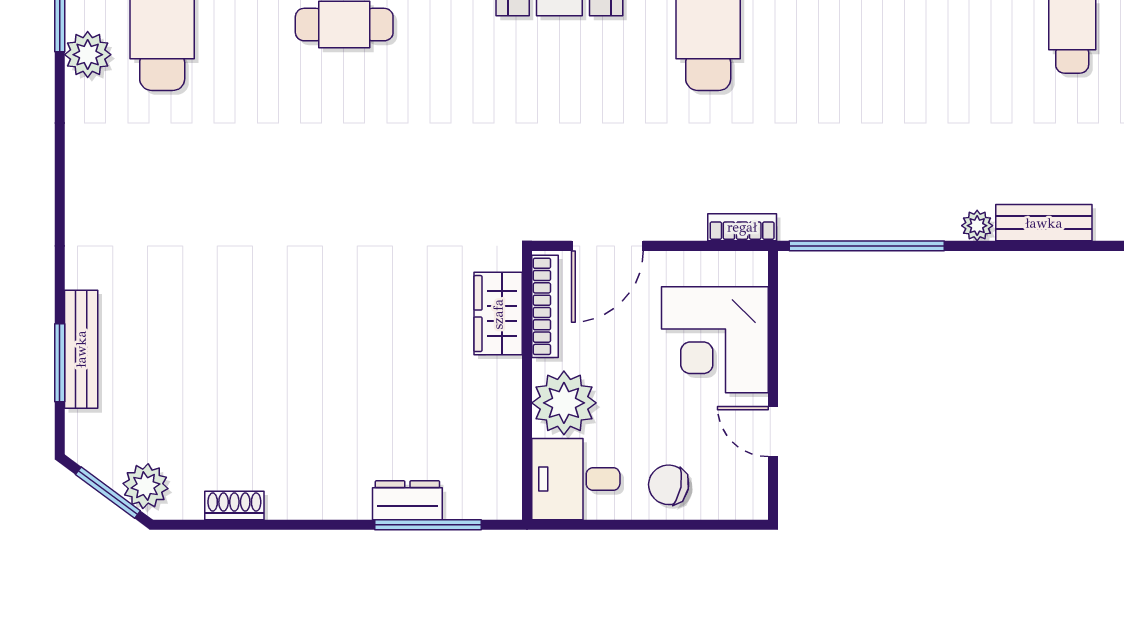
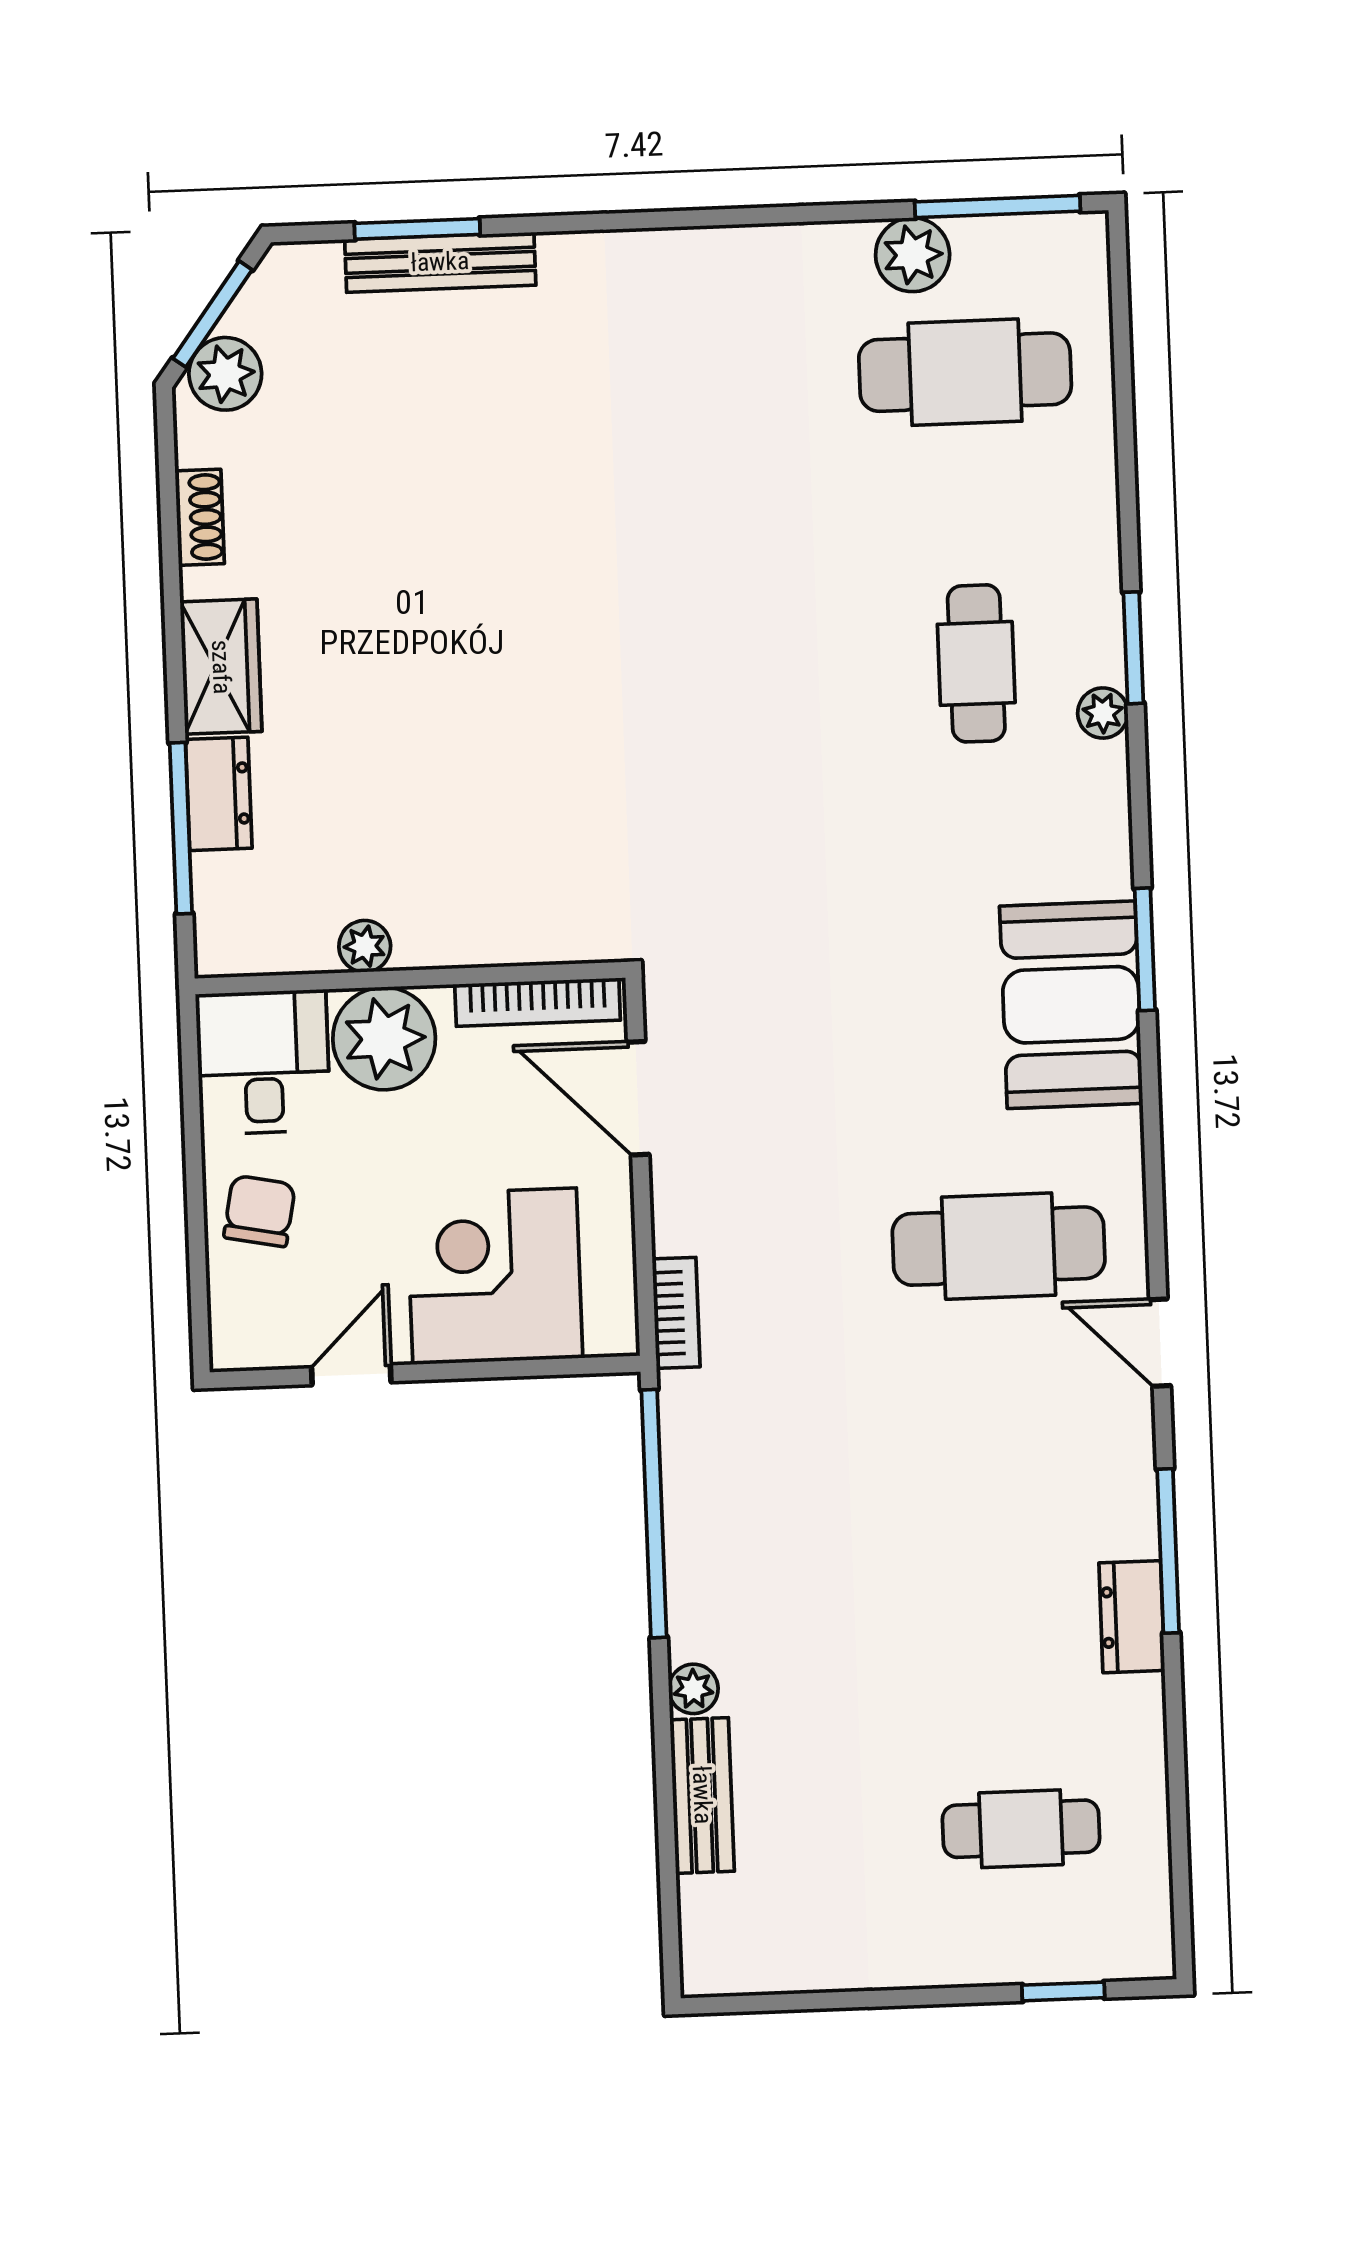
wardrobe: (498, 314) -> (221, 667), moved, turned 90
plant: (506, 413) -> (365, 946), added

